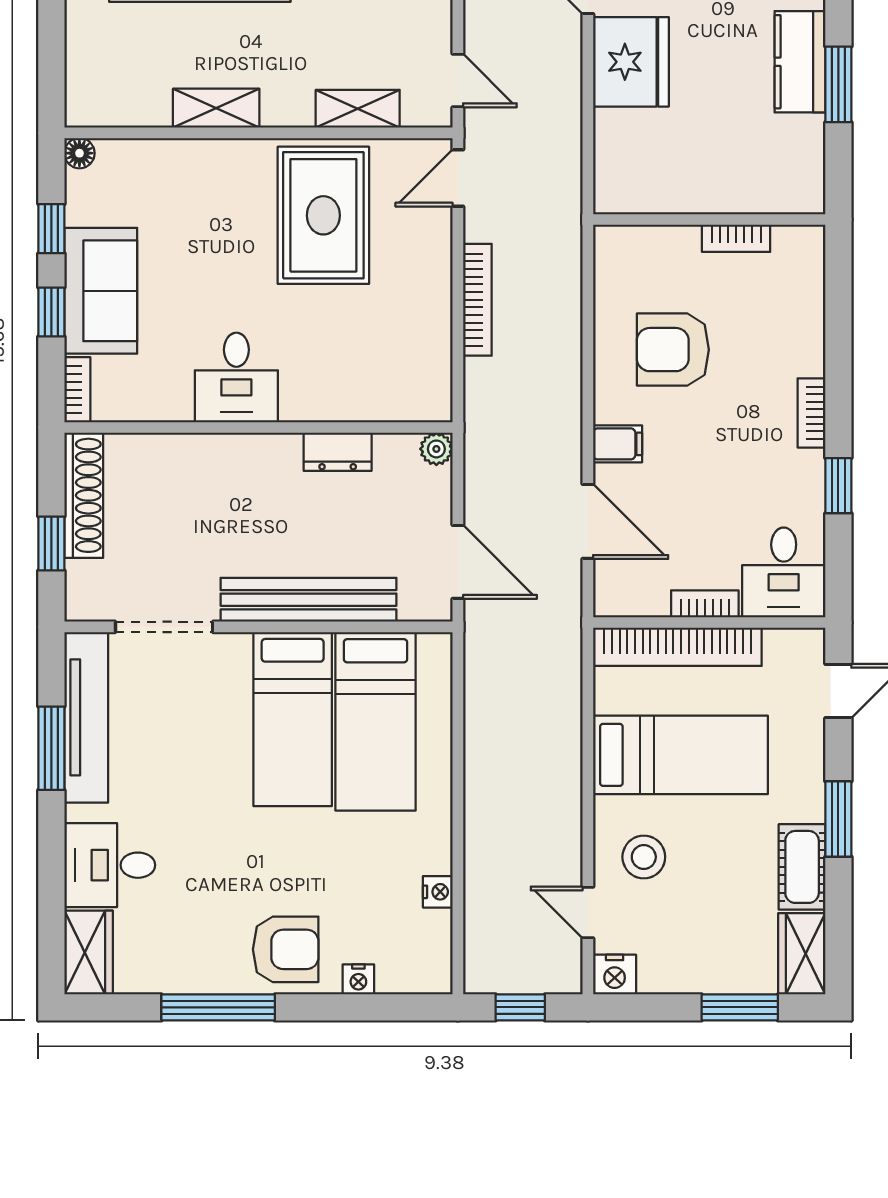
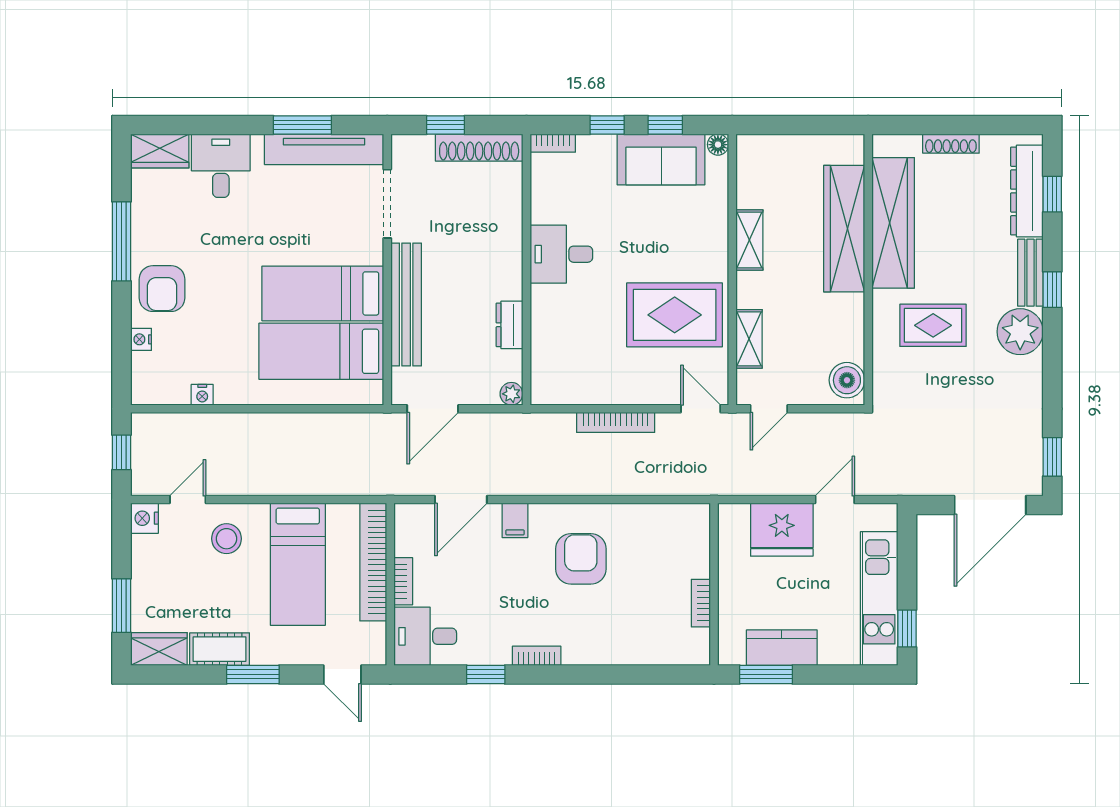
wall: (709, 220) -> (714, 584), moved
bookcase: (736, 238) -> (701, 603), moved
sofa: (101, 291) -> (661, 159), moved

